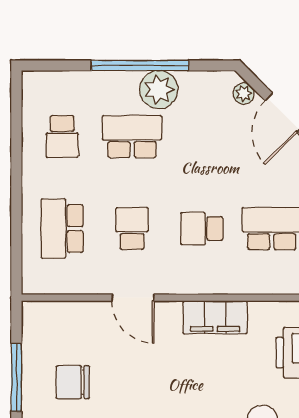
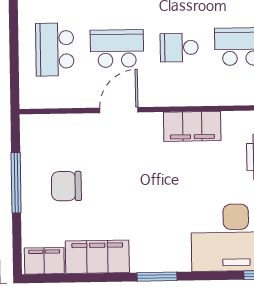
school desk: (132, 229) -> (117, 49), width x1.85
door: (133, 298) -> (119, 110), swing flipped

